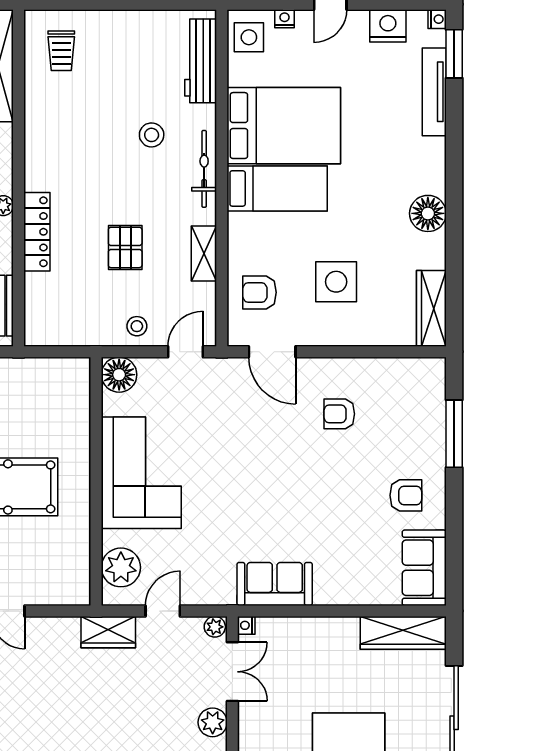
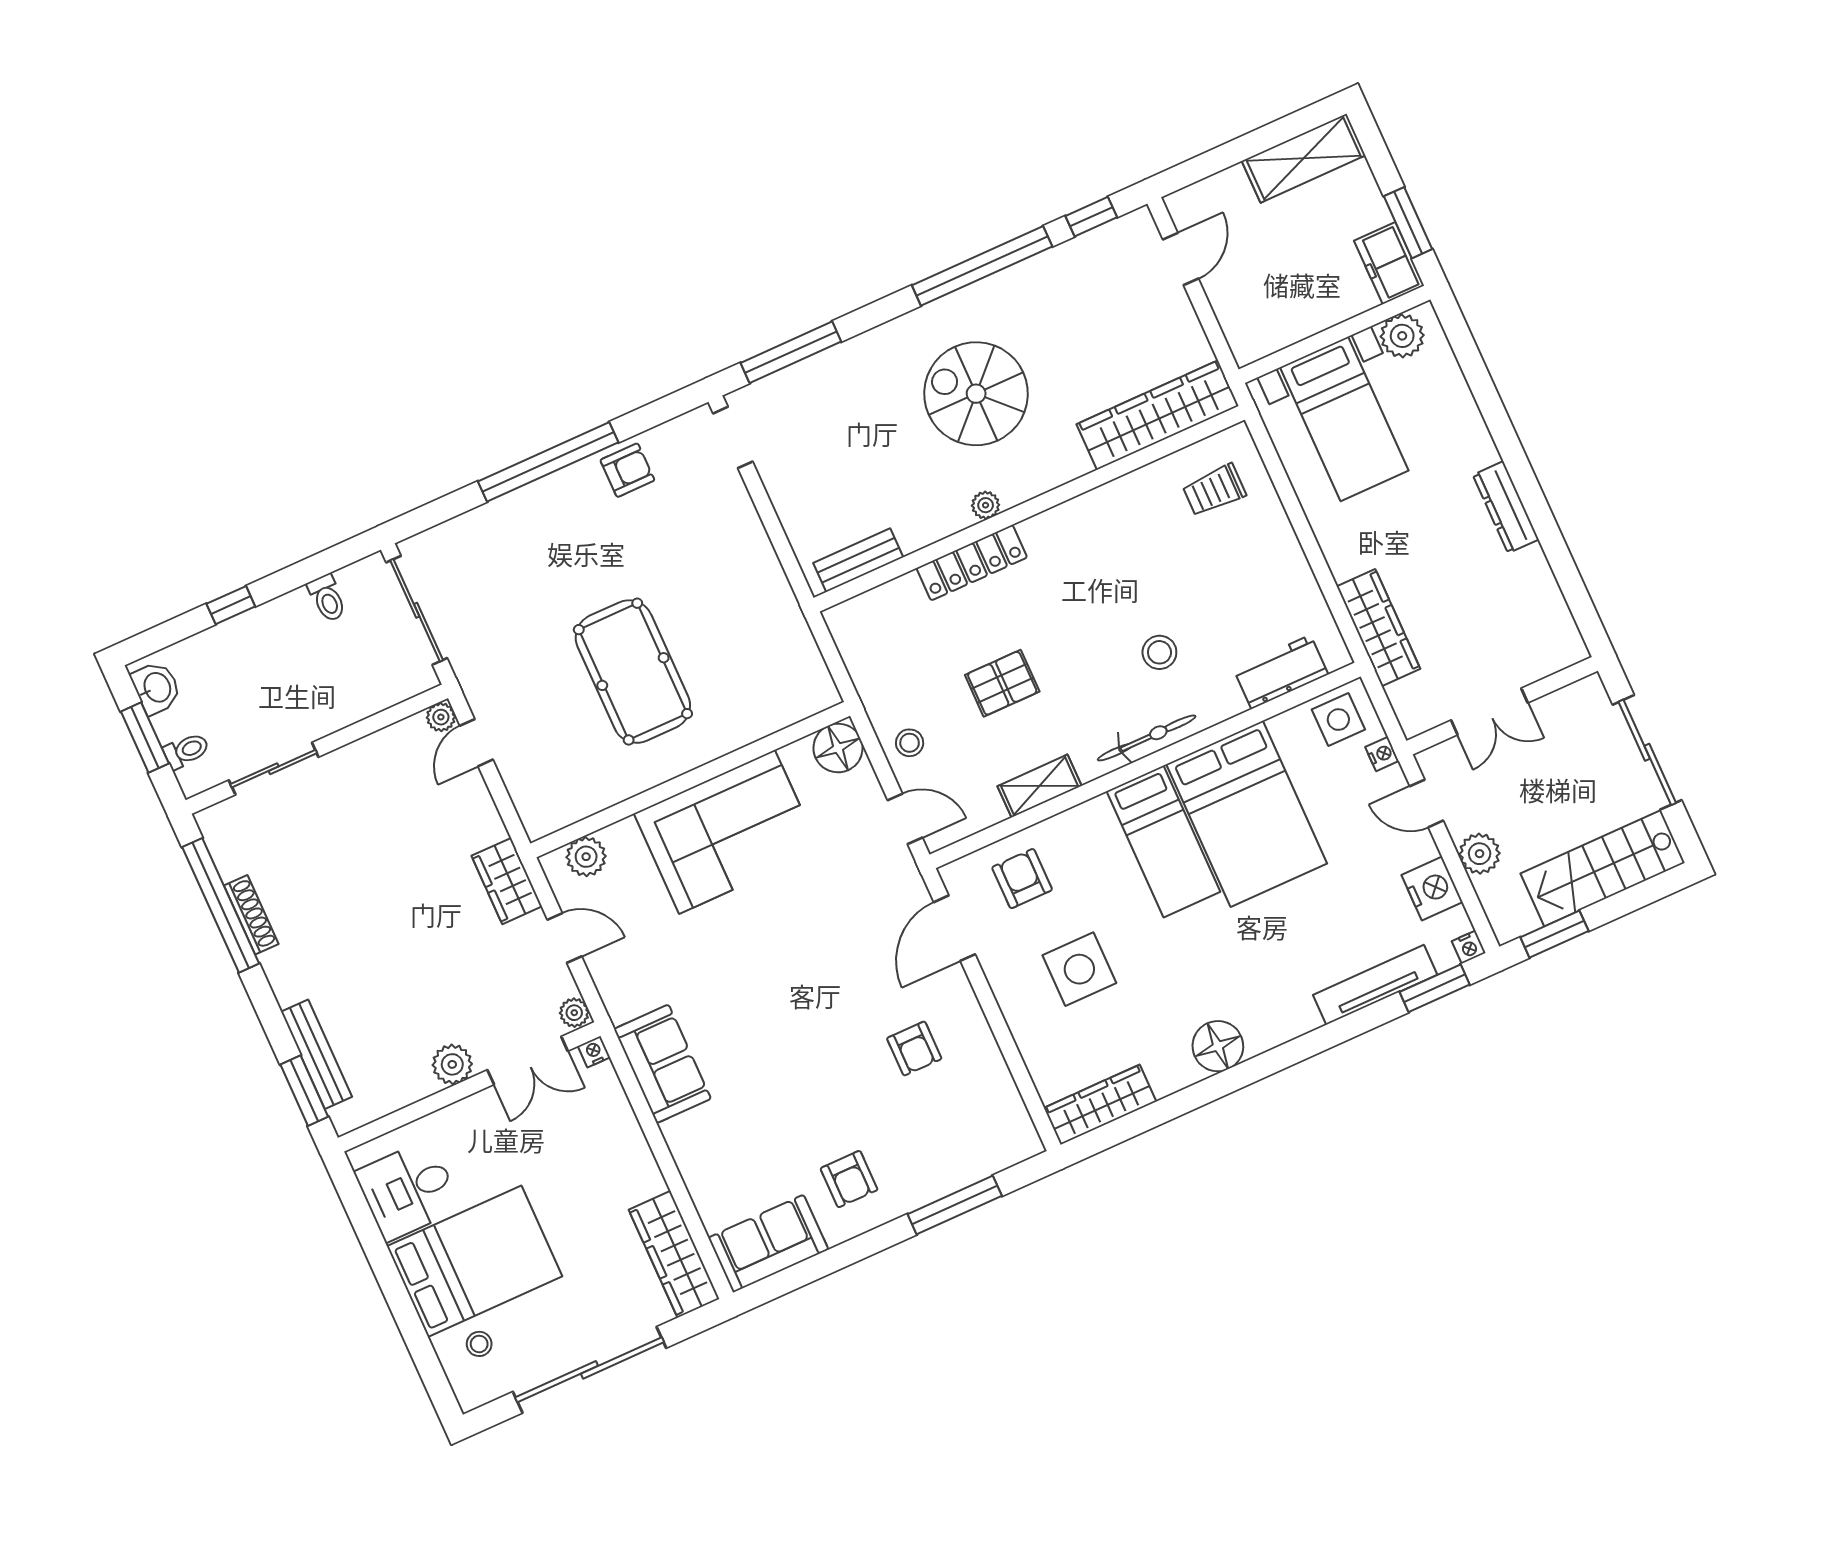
workbench: (201, 61) -> (1281, 672), width x0.73
armchair: (339, 414) -> (914, 1048), turned 180
plant: (121, 567) -> (586, 857), width x0.73, depth x0.73

